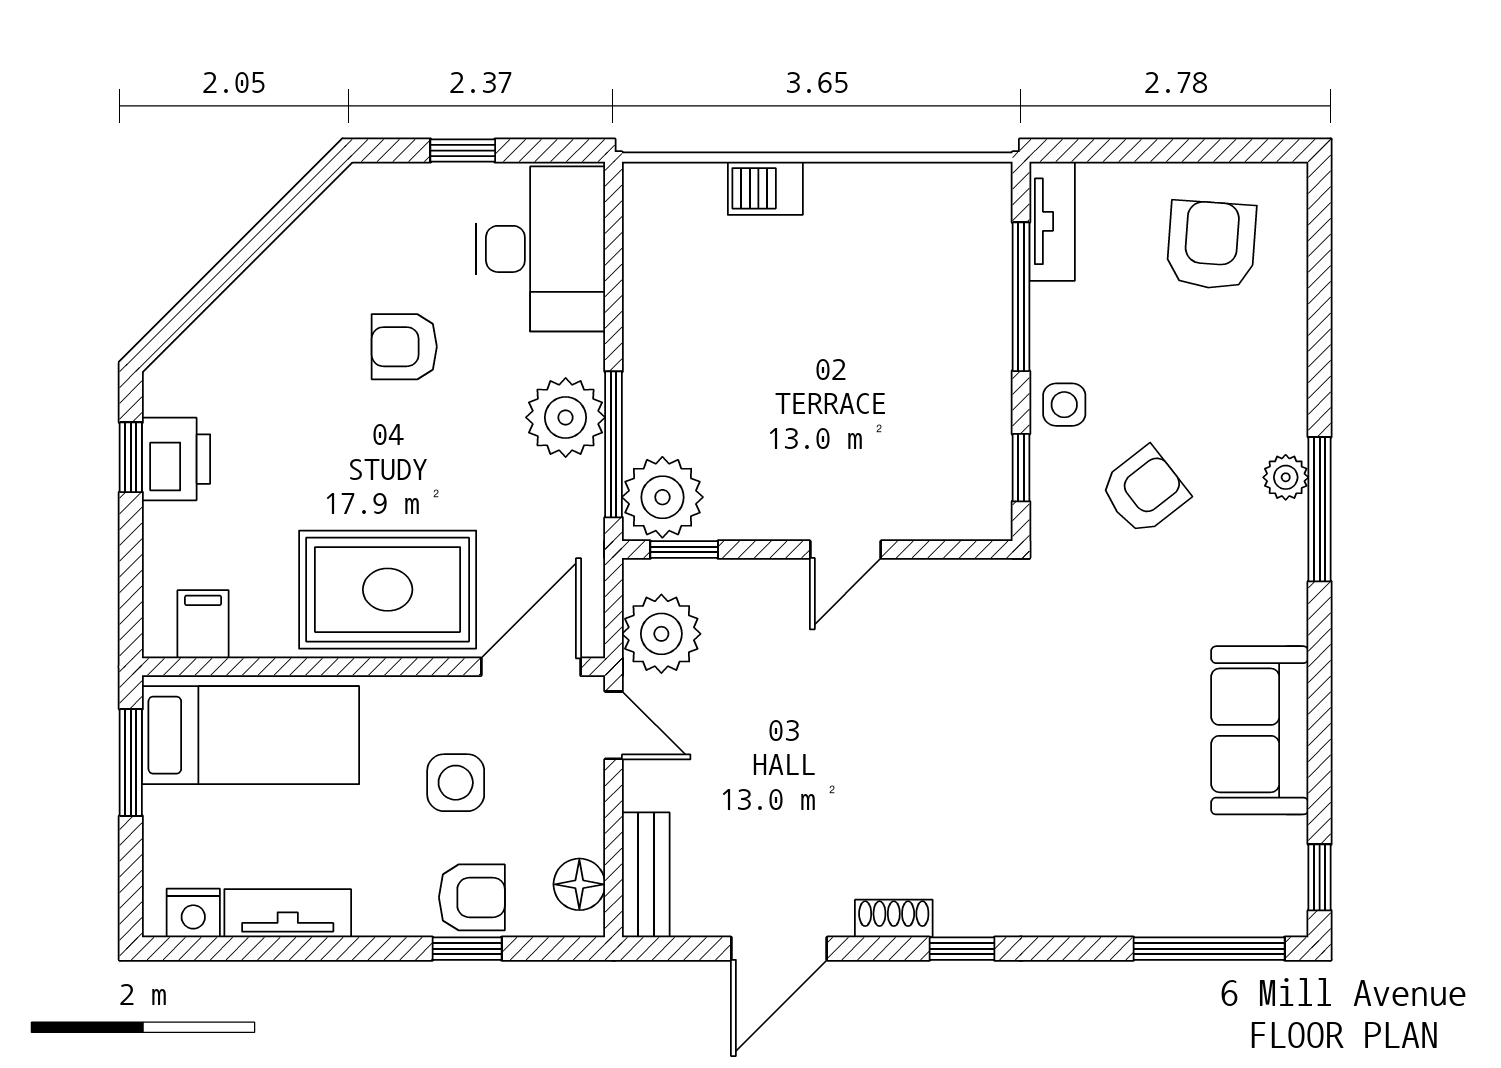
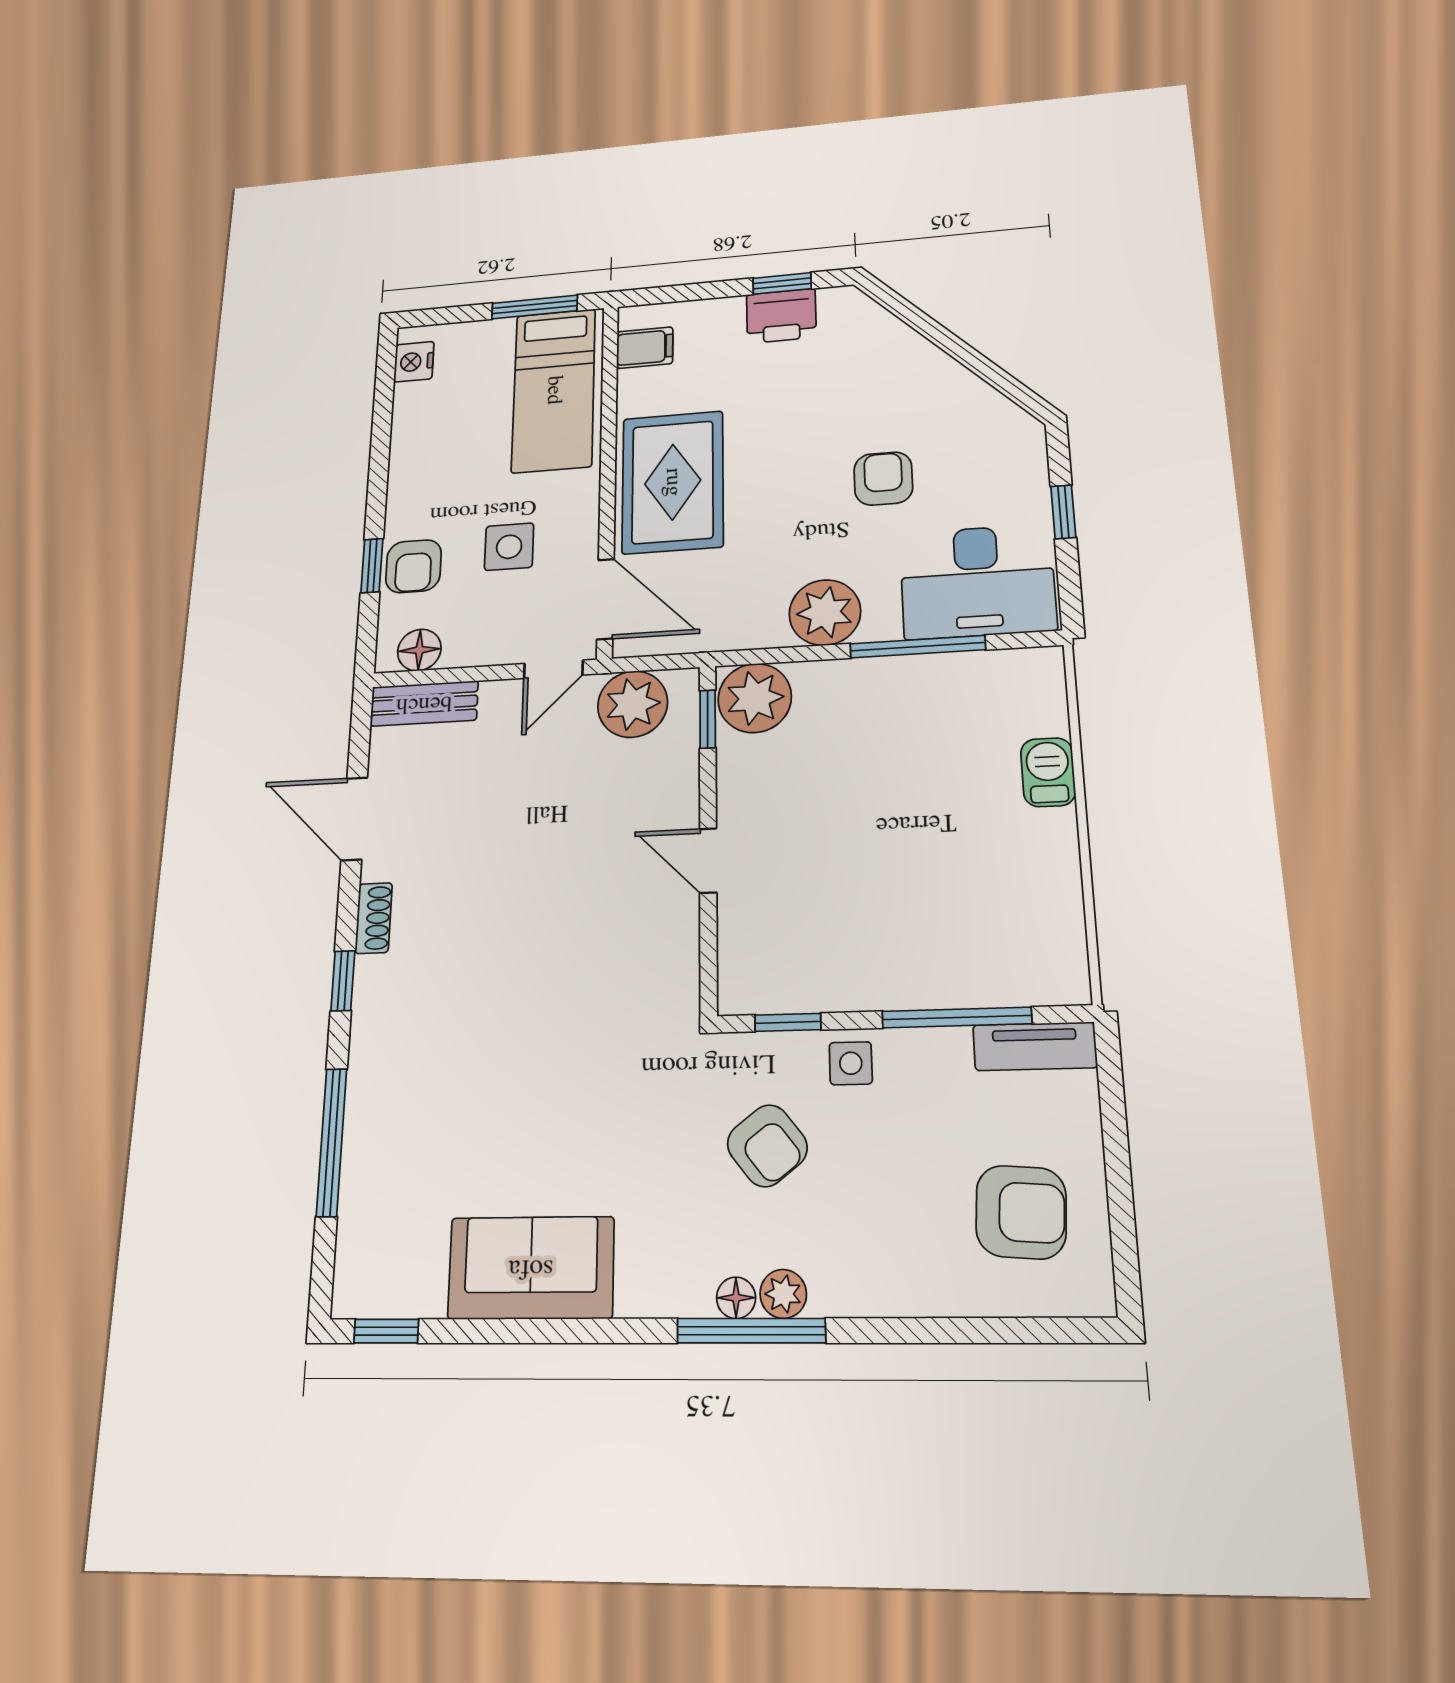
window: (614, 444) -> (918, 647), moved
floor lamp: (1289, 524) -> (736, 1298), added
tv unit: (288, 913) -> (409, 429), removed
window: (1209, 949) -> (332, 1142), moved

